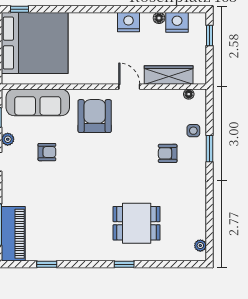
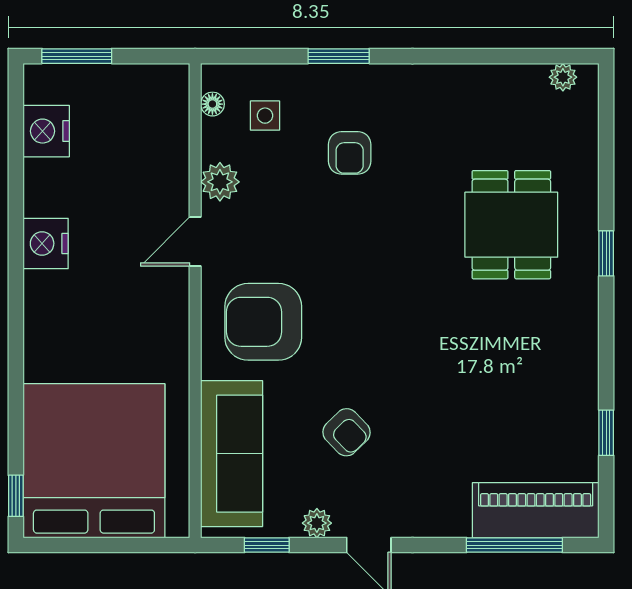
floor lamp: (159, 18) -> (36, 173), removed
window: (209, 36) -> (77, 56), width x1.50
wardrobe: (169, 75) -> (168, 150), removed
plant: (155, 97) -> (220, 182), added
side table: (193, 131) -> (265, 116), moved
armchair: (47, 152) -> (346, 432), turned 136

